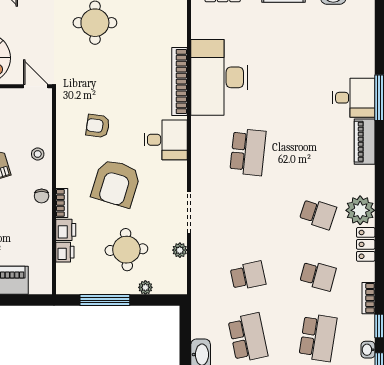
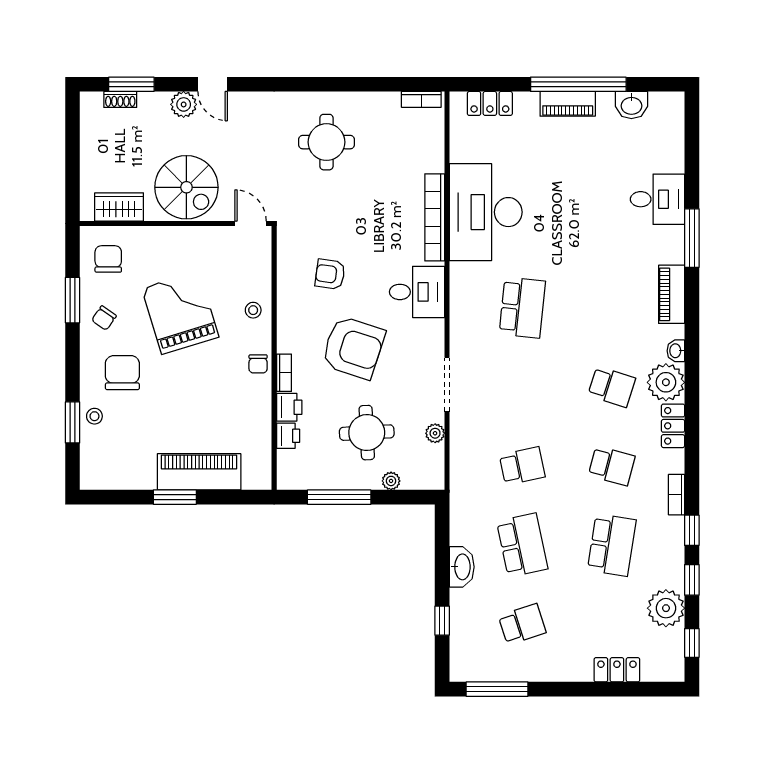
desk: (354, 98) -> (657, 199), moved
armchair: (116, 183) -> (353, 348), turned -89
washbasin: (368, 350) -> (676, 351), moved

